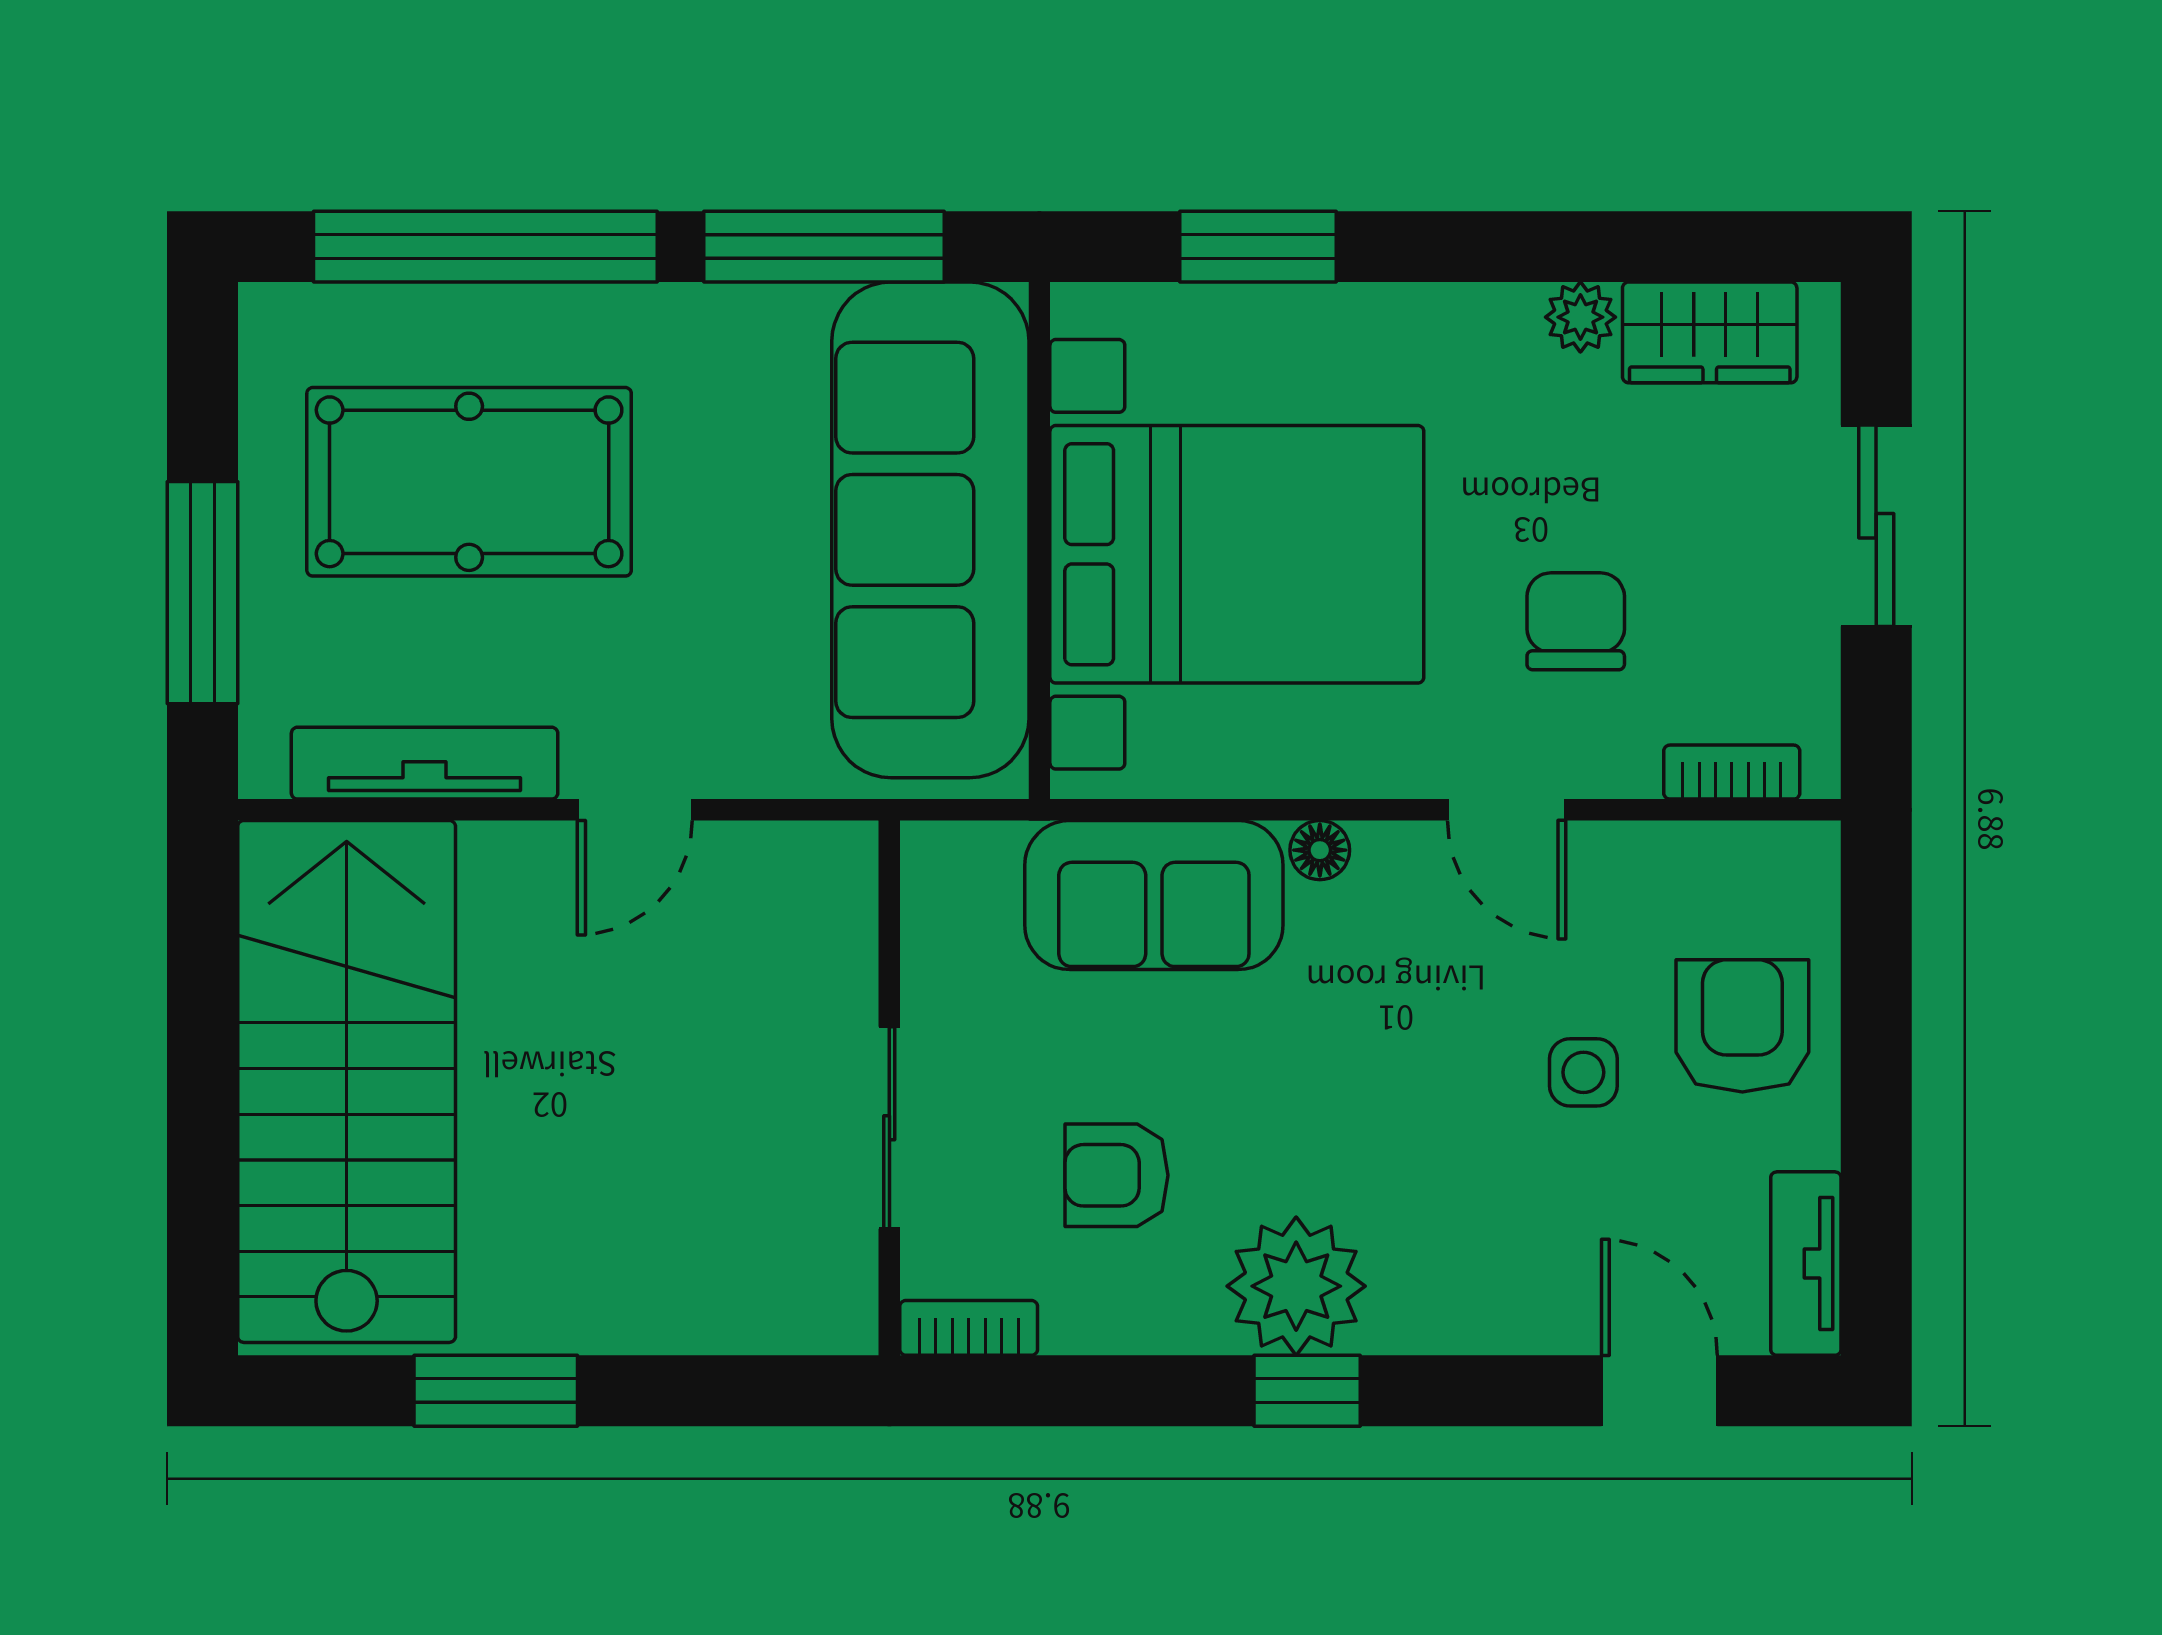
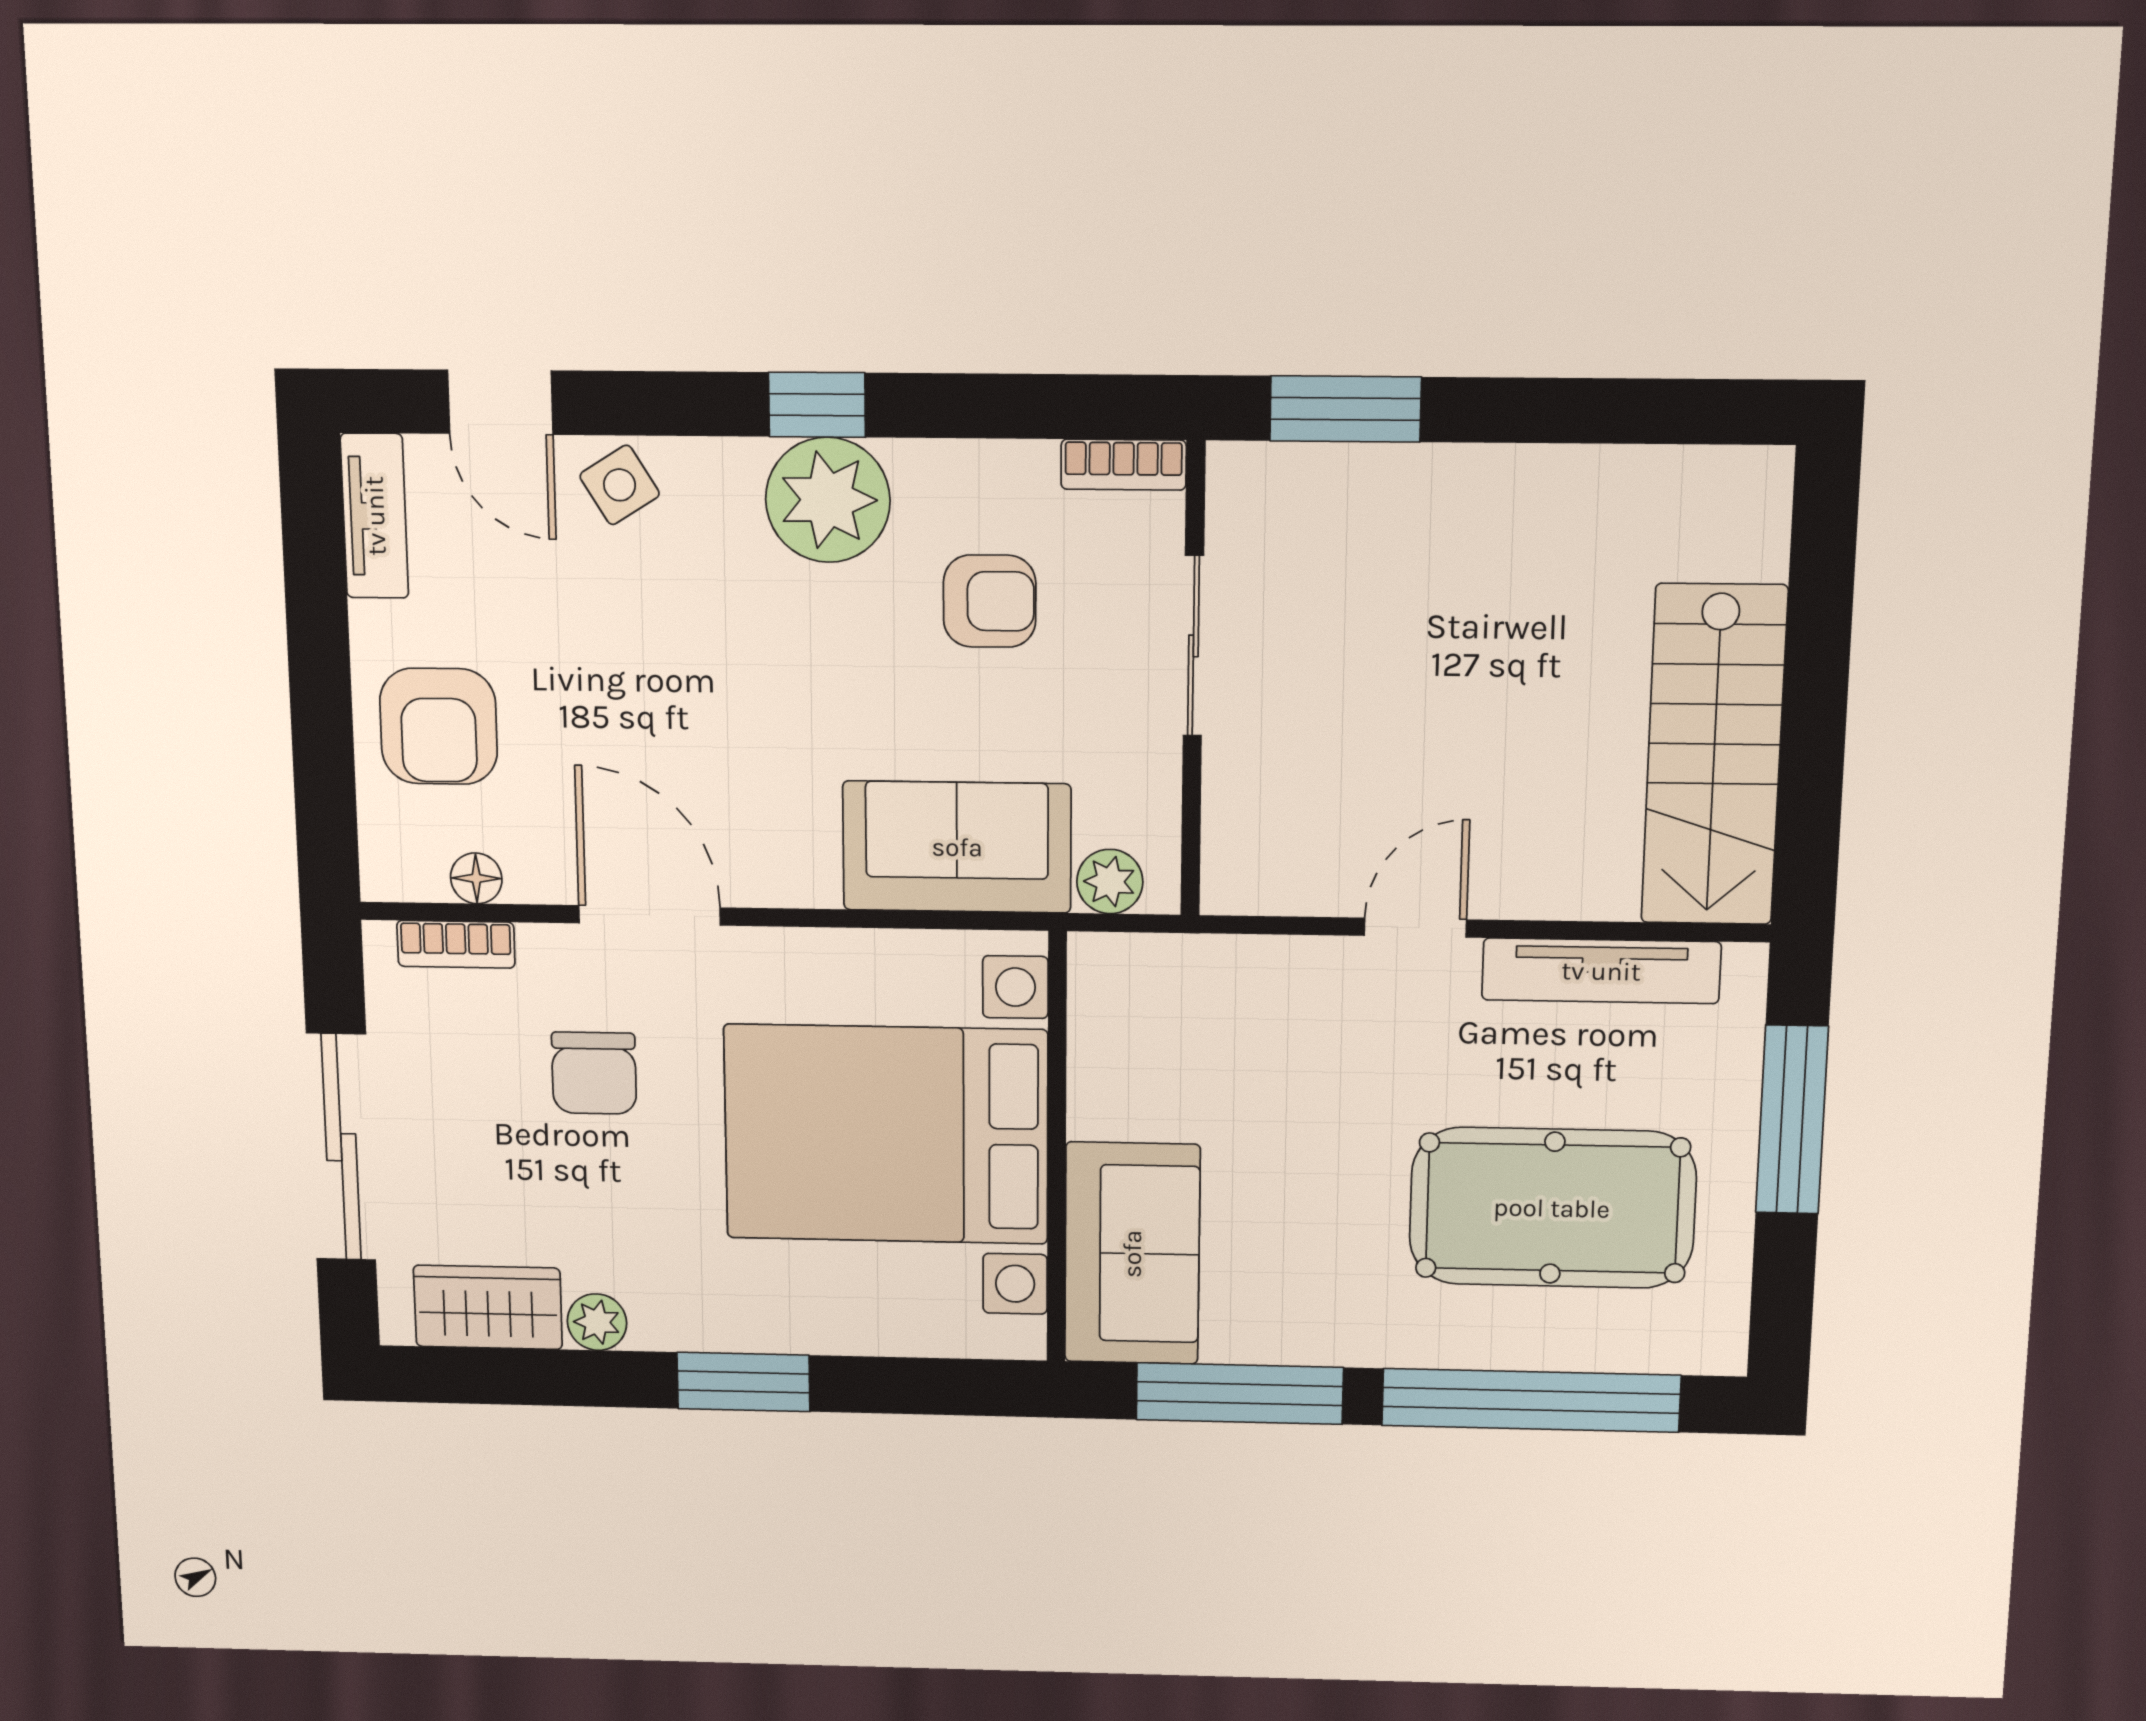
window: (1258, 247) -> (743, 1382), moved
sliding door: (1876, 526) -> (341, 1147), width x1.37
sofa: (930, 530) -> (1132, 1254), width x0.54, depth x0.79
door: (1507, 810) -> (650, 915), width x1.38
floor lamp: (1320, 850) -> (476, 878), moved
plant: (980, 858) -> (1110, 882), added
side table: (1583, 1072) -> (620, 485), moved, turned -32
stairs: (347, 1081) -> (1714, 755), width x0.73, depth x0.66
window: (496, 1391) -> (1345, 409), moved

